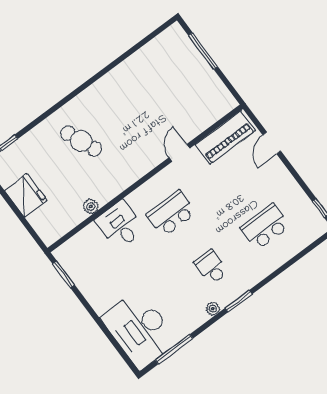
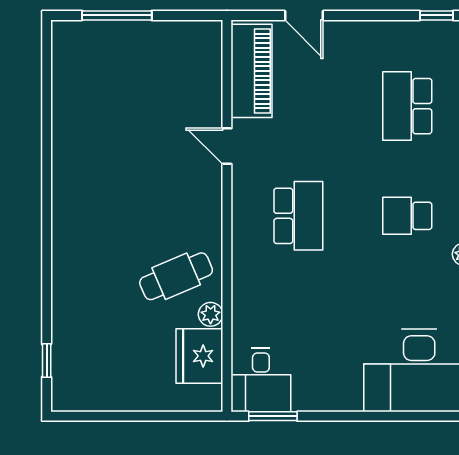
cafe table: (81, 141) -> (176, 276), moved
fridge: (26, 195) -> (199, 356), moved, turned -90
school desk: (171, 214) -> (298, 216), turned 180
desk: (120, 225) -> (261, 380), moved, turned -90

